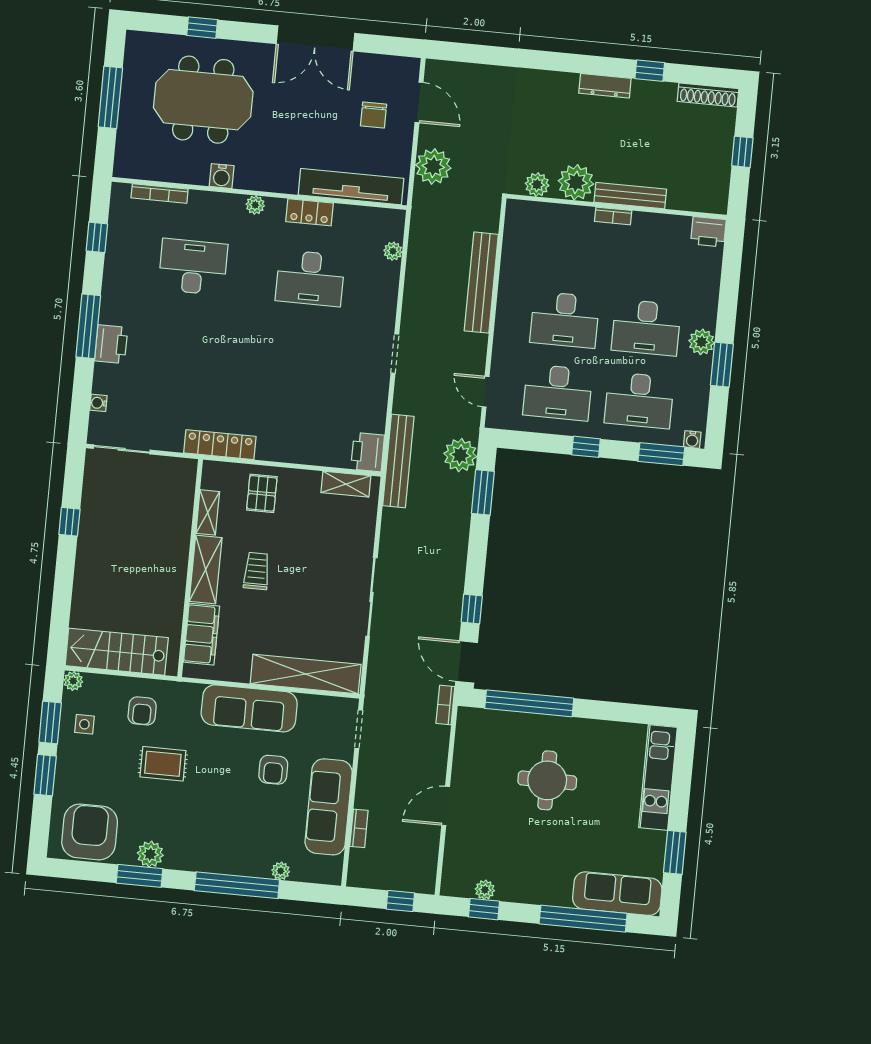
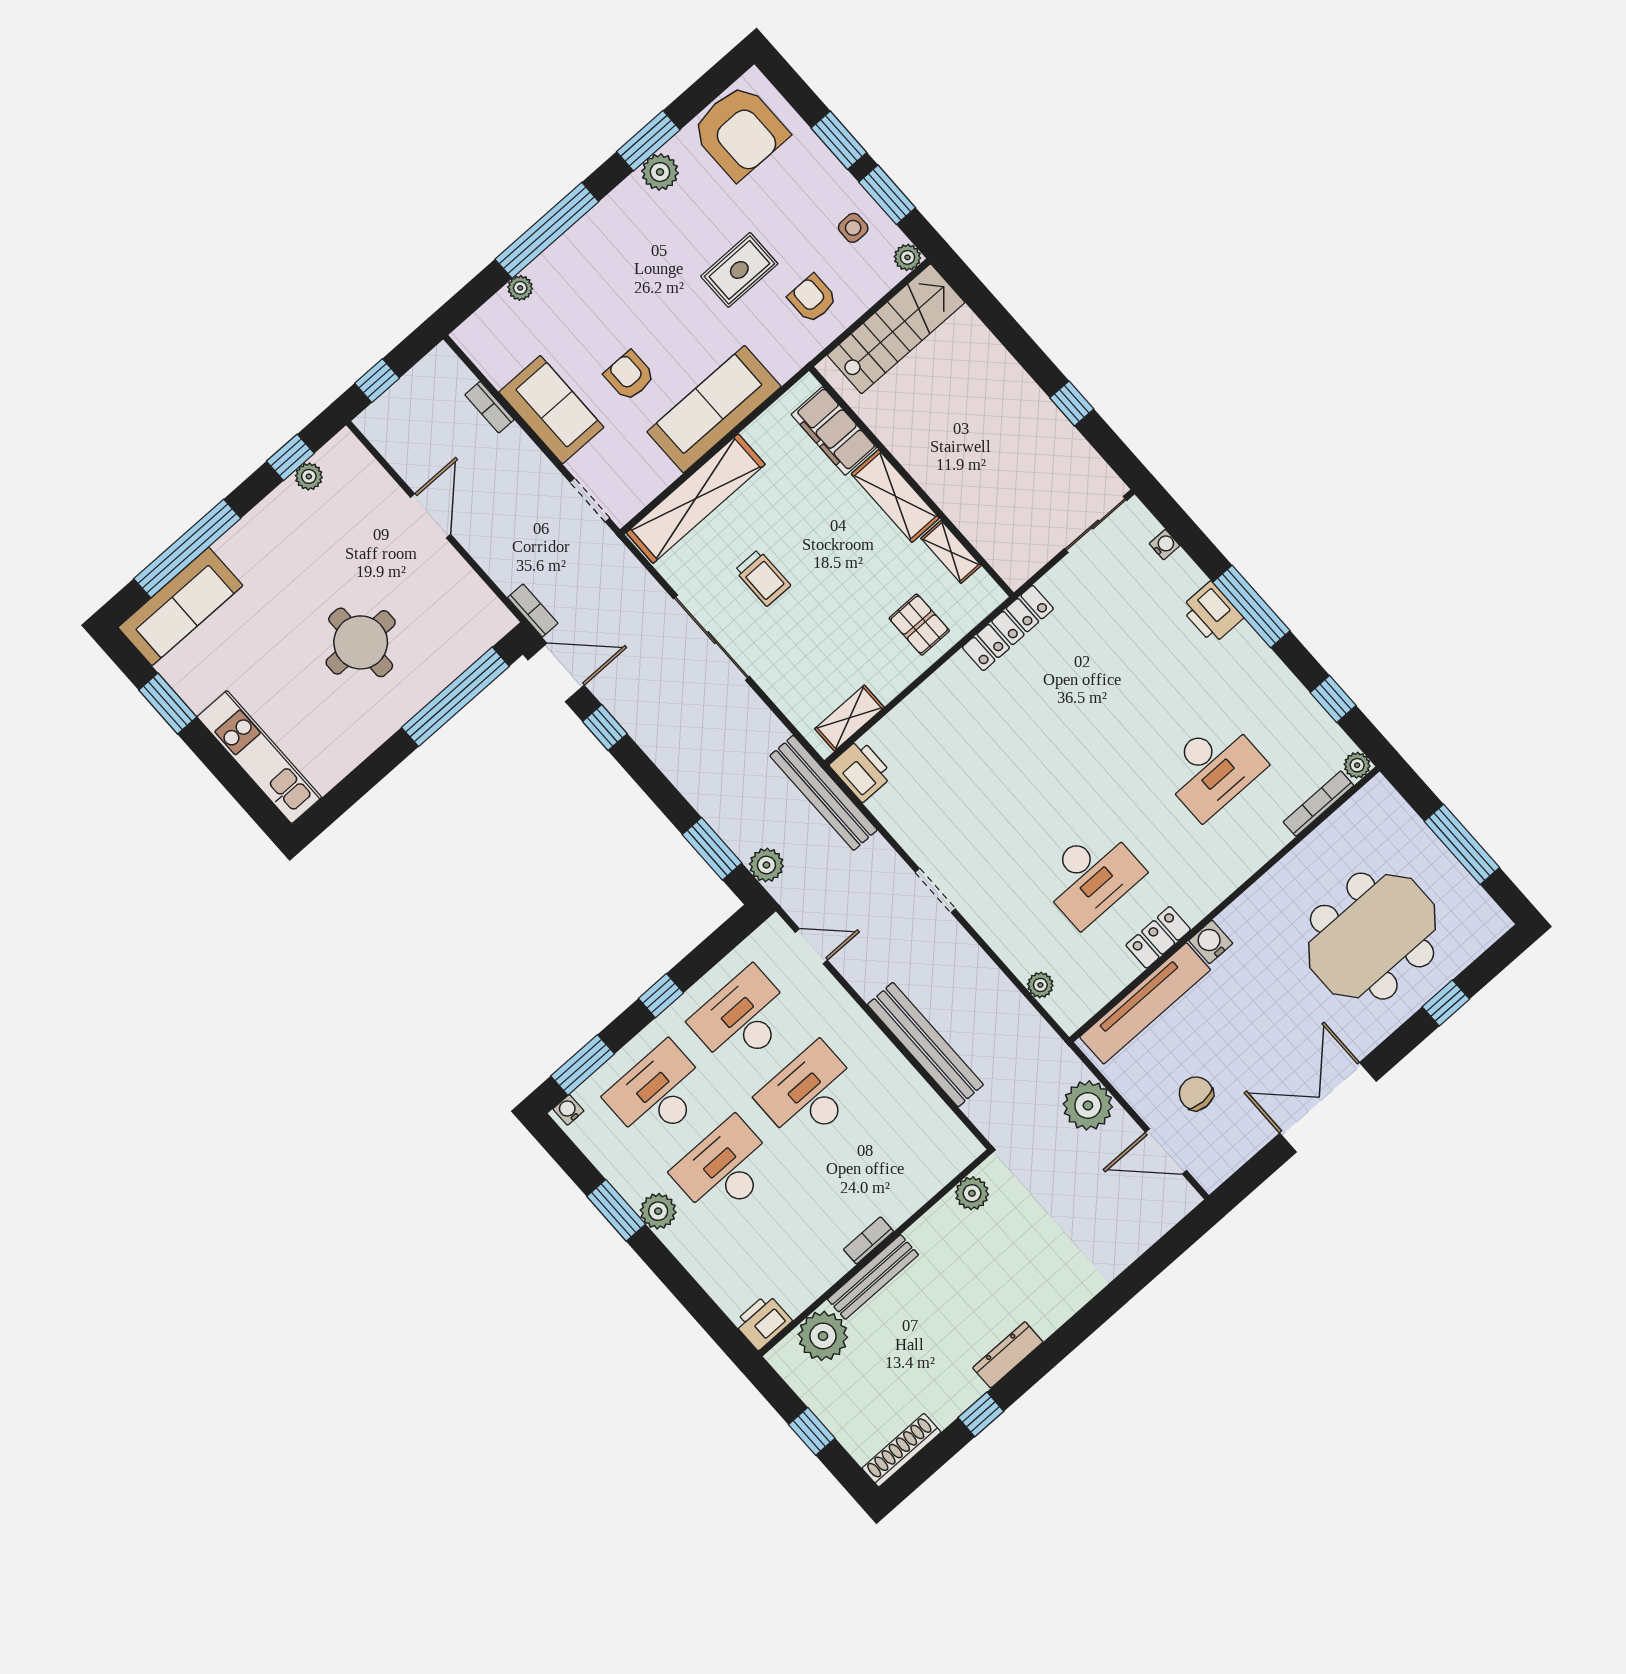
water cooler: (222, 176) -> (1211, 942), moved
plant: (576, 182) -> (823, 1336), moved
plant: (255, 205) -> (1357, 765), moved
desk: (310, 278) -> (1091, 876), turned 180
plant: (460, 455) -> (766, 865), width x0.73, depth x0.73
trolley: (257, 571) -> (763, 578), moved
sofa: (329, 807) -> (551, 410), width x0.73

